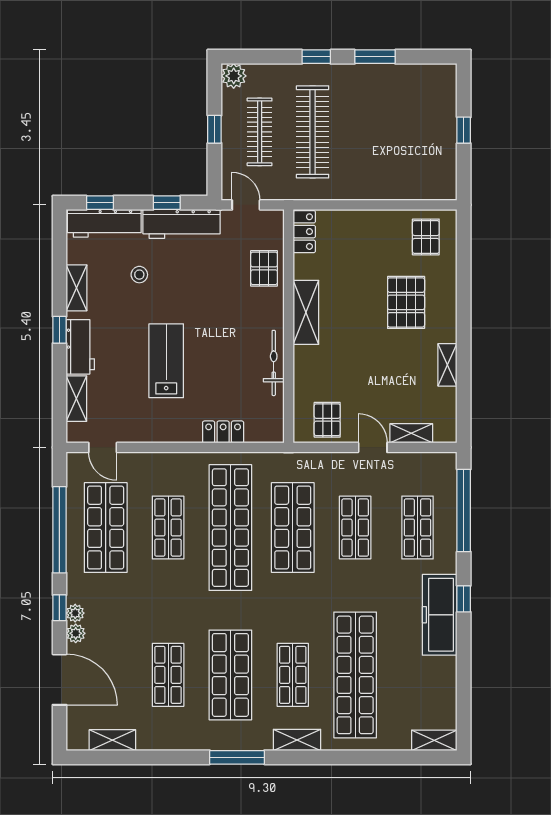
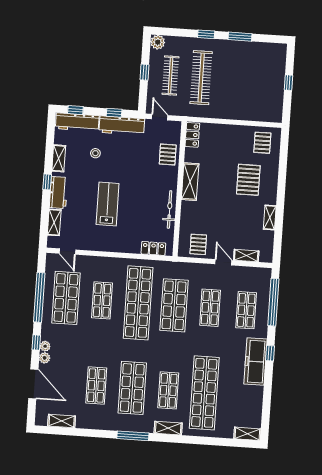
locker: (223, 432) -> (153, 248), moved

